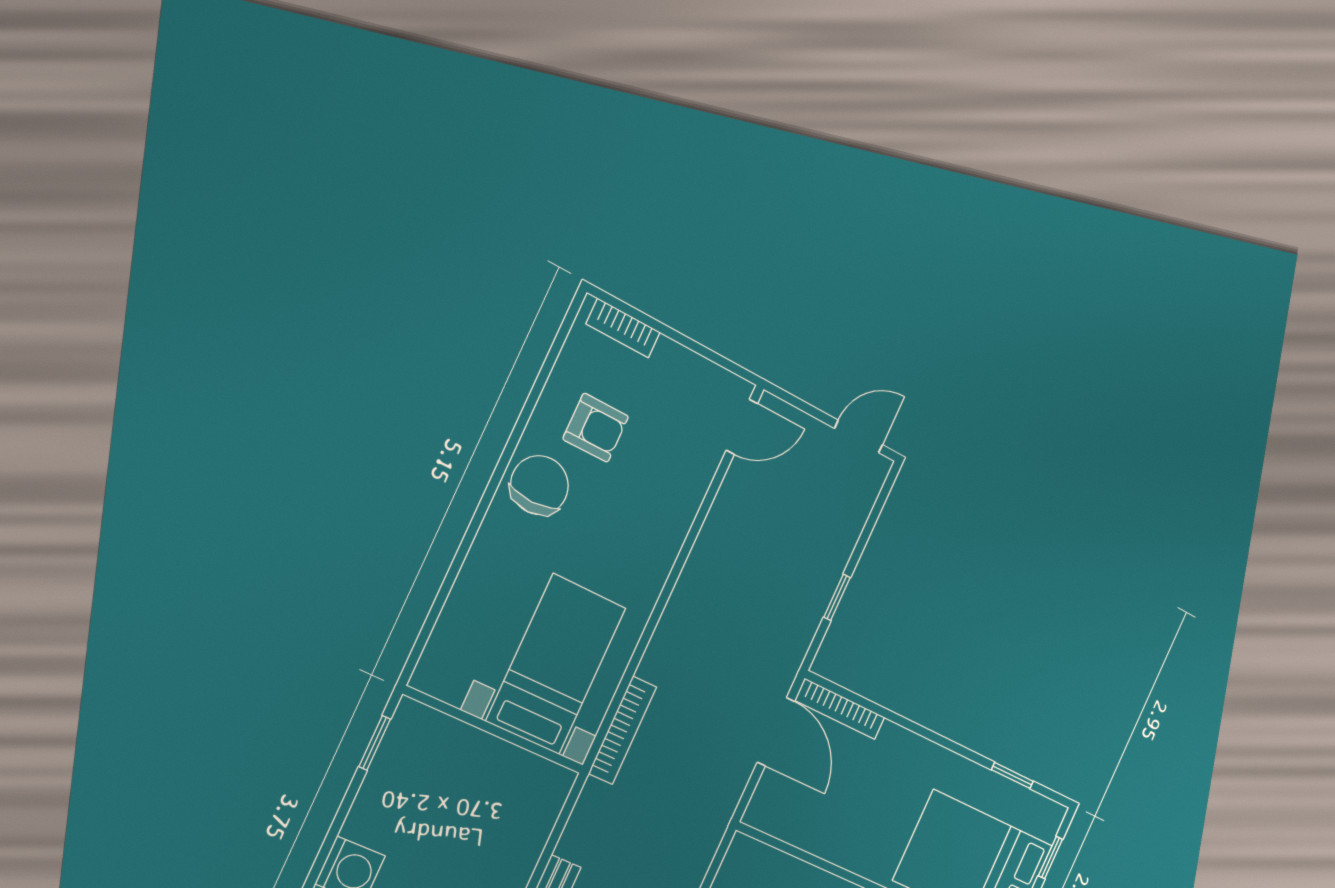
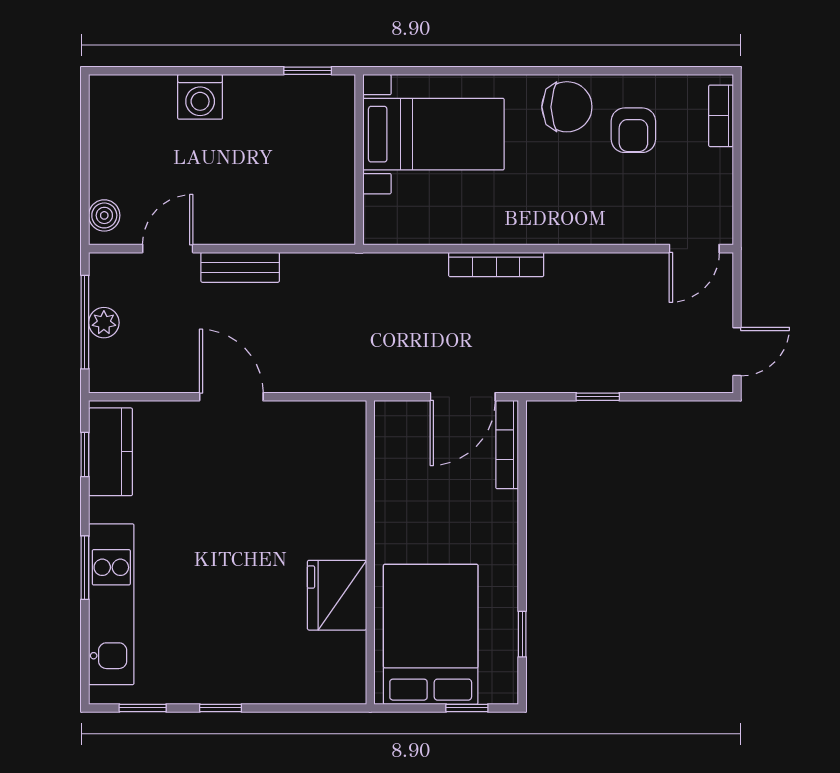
door: (742, 427) -> (694, 249), hinge flipped
door: (859, 436) -> (737, 352), hinge flipped
bed with nightstands: (556, 664) -> (433, 134), moved
bookcase: (622, 730) -> (496, 264), moved

